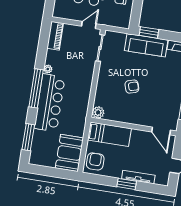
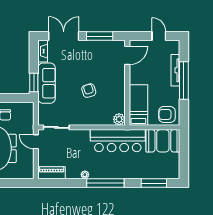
bar counter: (50, 103) -> (118, 141), moved, turned 180
window: (127, 184) -> (184, 81), width x2.11

